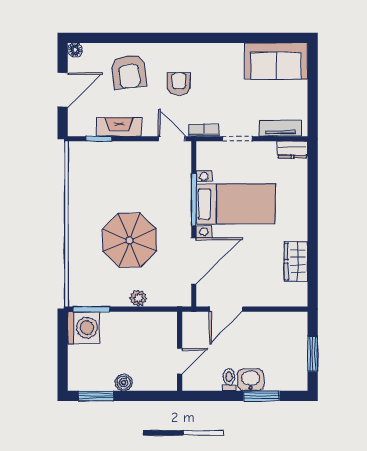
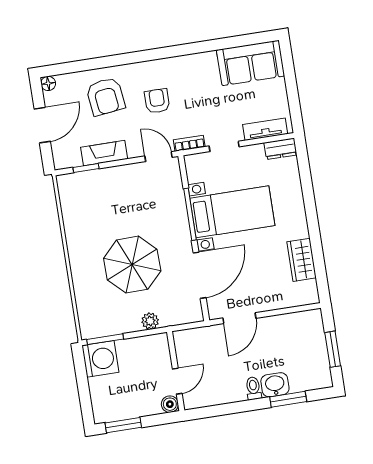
wall: (180, 351) -> (176, 371), moved
door: (180, 361) -> (177, 381), moved
boiler: (124, 383) -> (170, 404), moved

